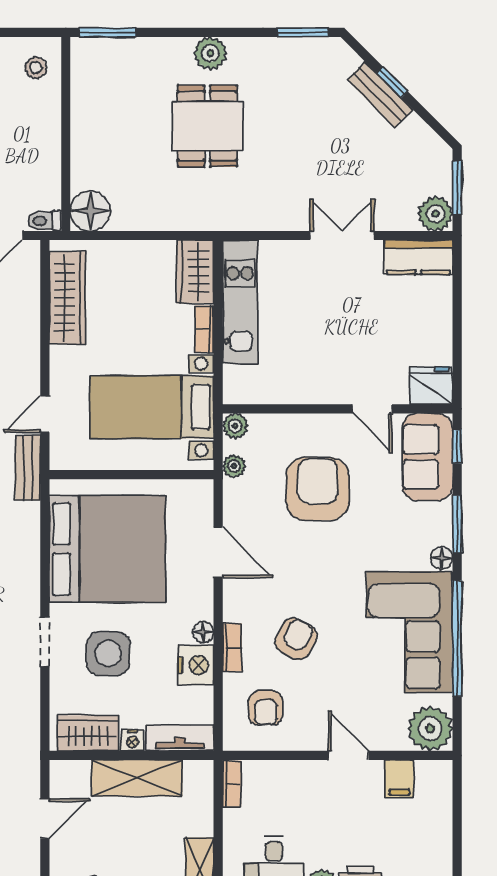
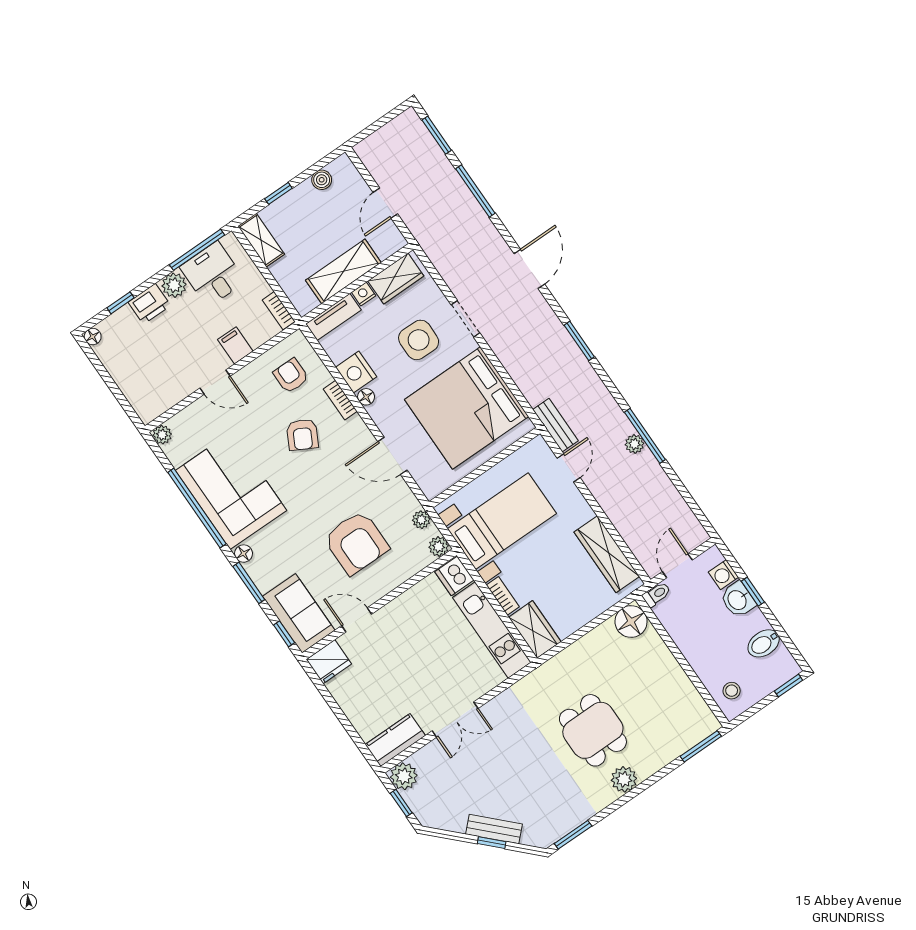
window: (457, 188) -> (401, 803), width x0.67
dishwasher: (240, 384) -> (454, 576), added
plant: (430, 728) -> (162, 435), width x0.53, depth x0.53
filing cabinet: (399, 779) -> (235, 345), moved

